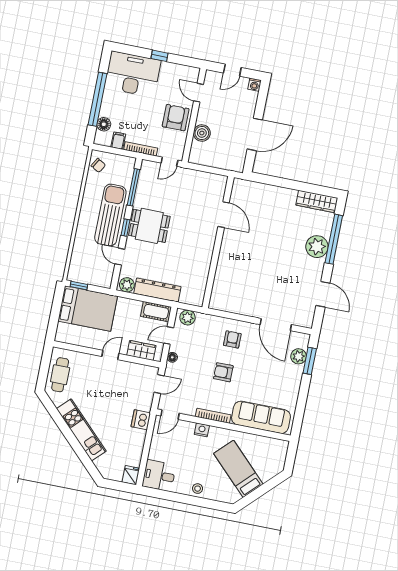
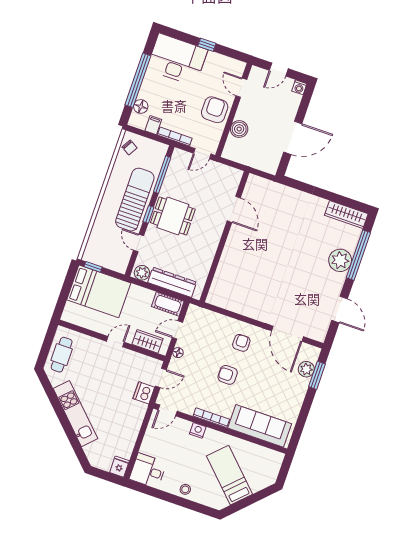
door: (224, 215) -> (234, 209), moved
wall: (218, 242) -> (224, 237), moved
plant: (187, 318) -> (199, 314), removed
dishwasher: (141, 420) -> (144, 393), moved

